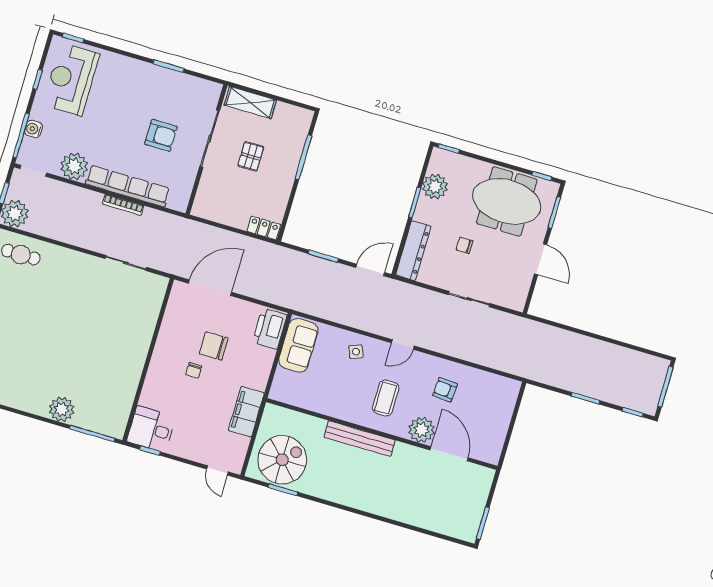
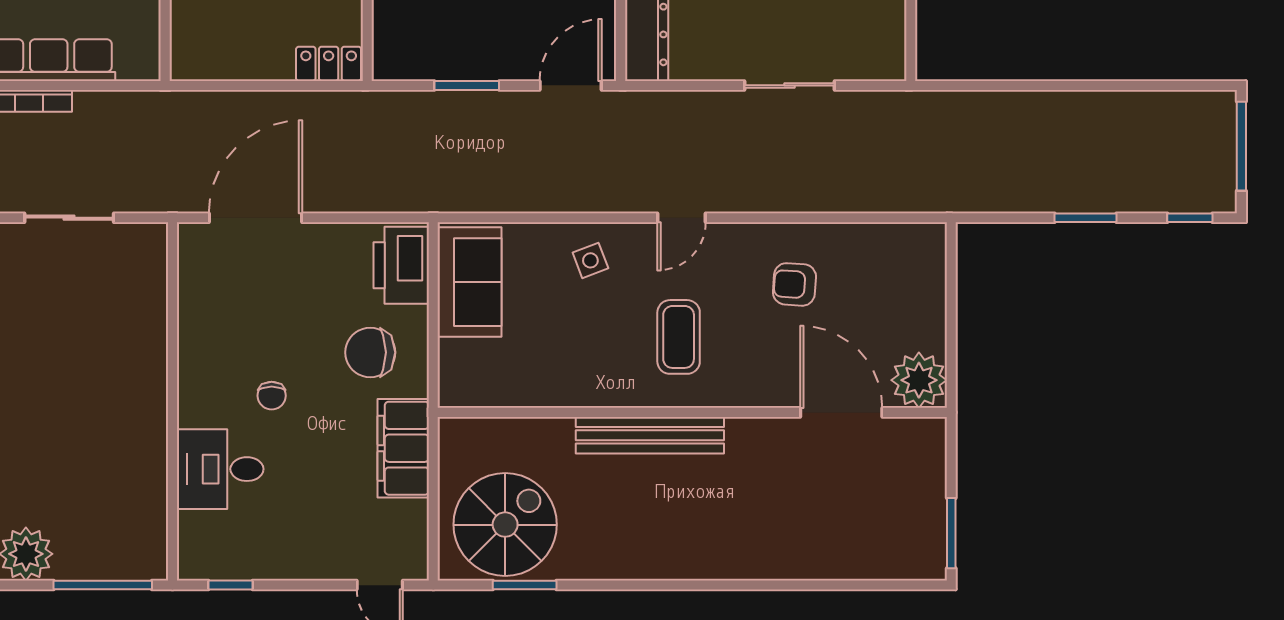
chair: (214, 346) -> (370, 352), moved
desk: (151, 429) -> (220, 469), moved
plant: (422, 430) -> (919, 380), moved

